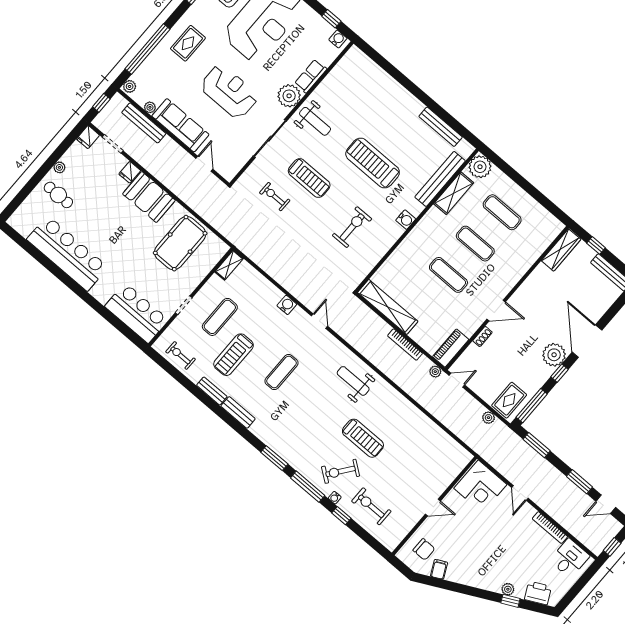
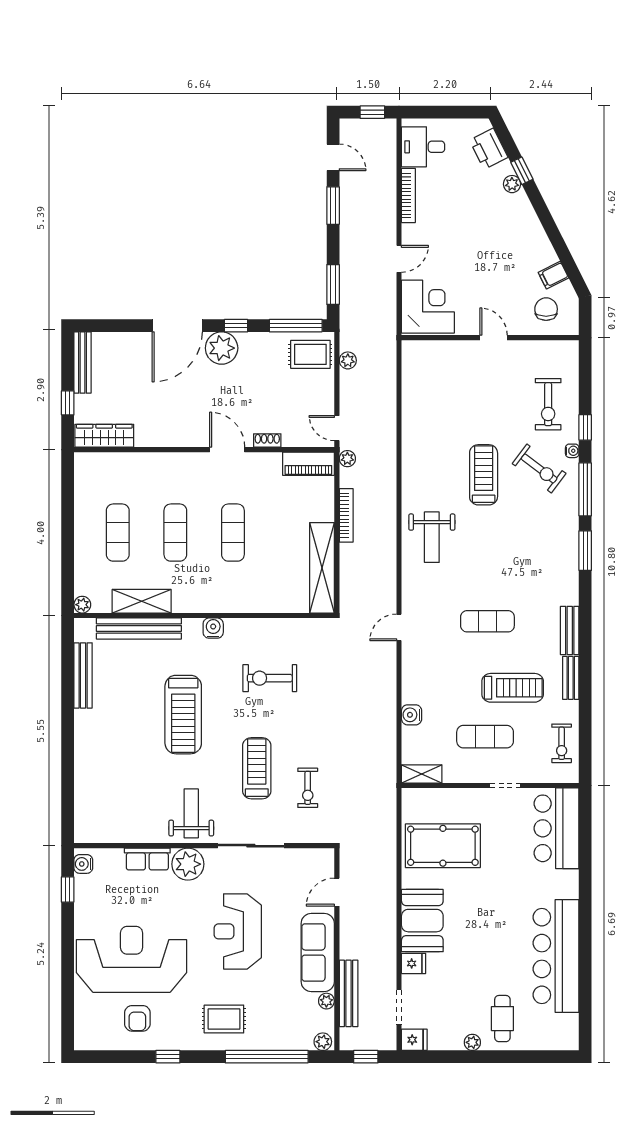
plant: (480, 167) -> (82, 605), width x0.53, depth x0.53
water cooler: (287, 305) -> (412, 715), moved

